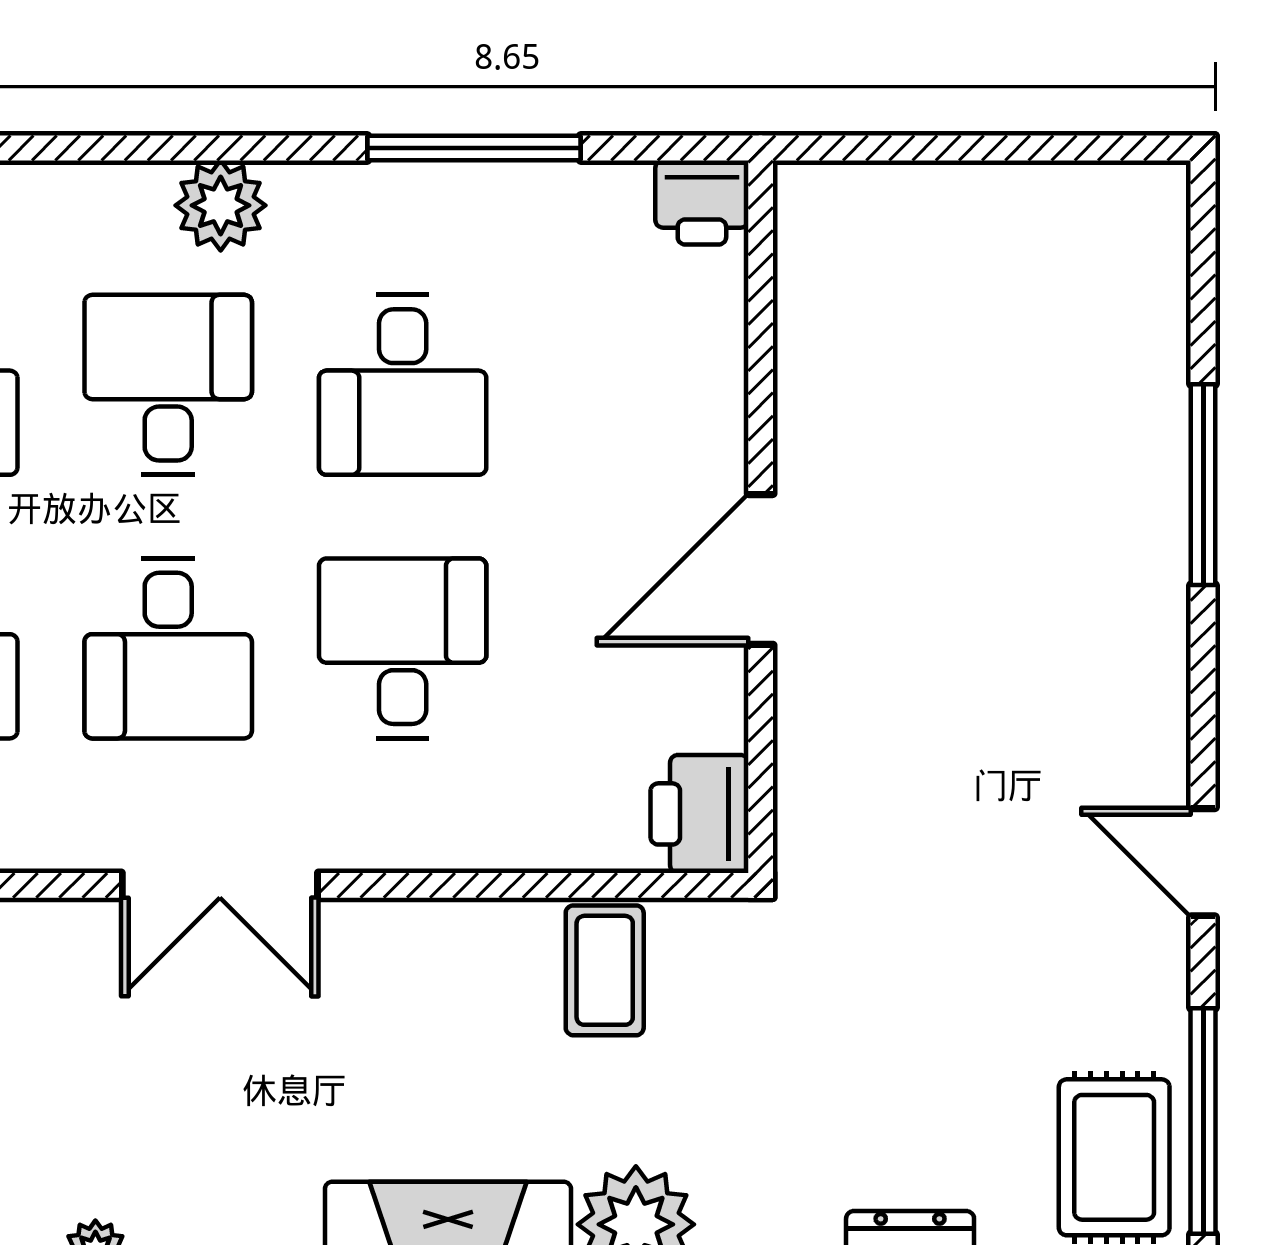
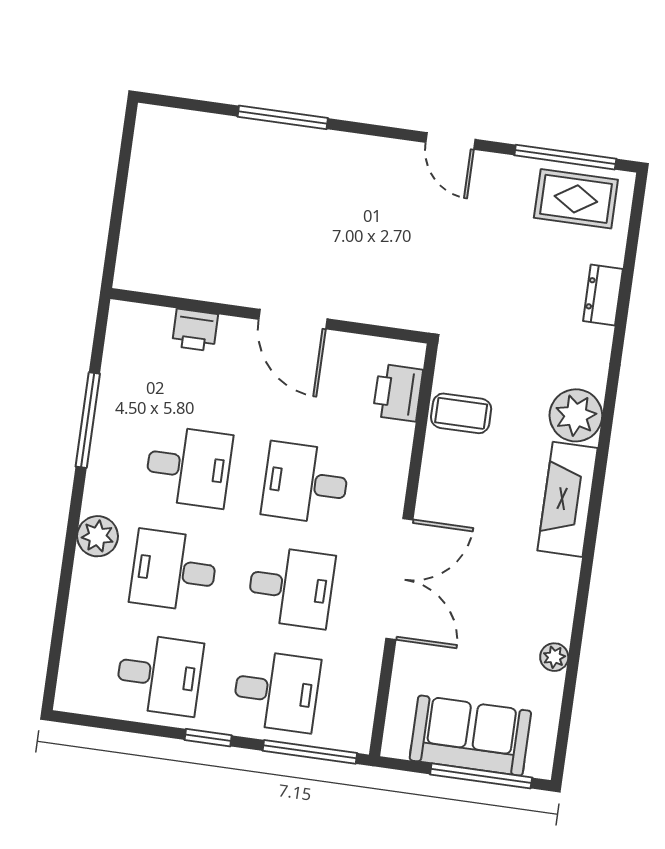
printer: (702, 202) -> (195, 330), moved, turned 90
printer: (699, 814) -> (398, 393), moved, turned 90
door: (1203, 862) -> (450, 141), hinge flipped
double door: (220, 885) -> (399, 579), width x1.37

